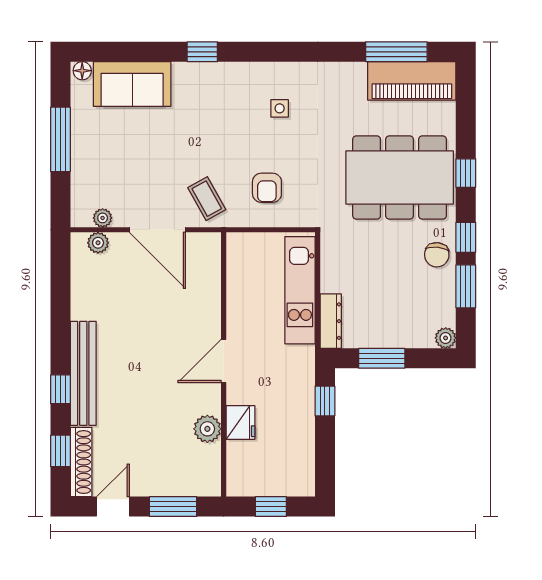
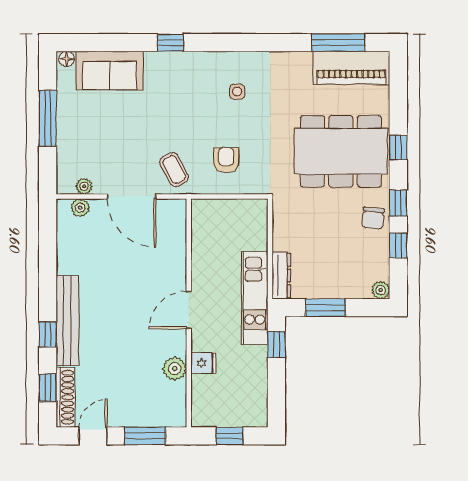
armchair: (267, 188) -> (226, 160), turned 180
window: (466, 286) -> (398, 245), width x0.67
kitchen unit: (300, 290) -> (255, 298), moved
fridge: (241, 423) -> (203, 363), width x0.72

